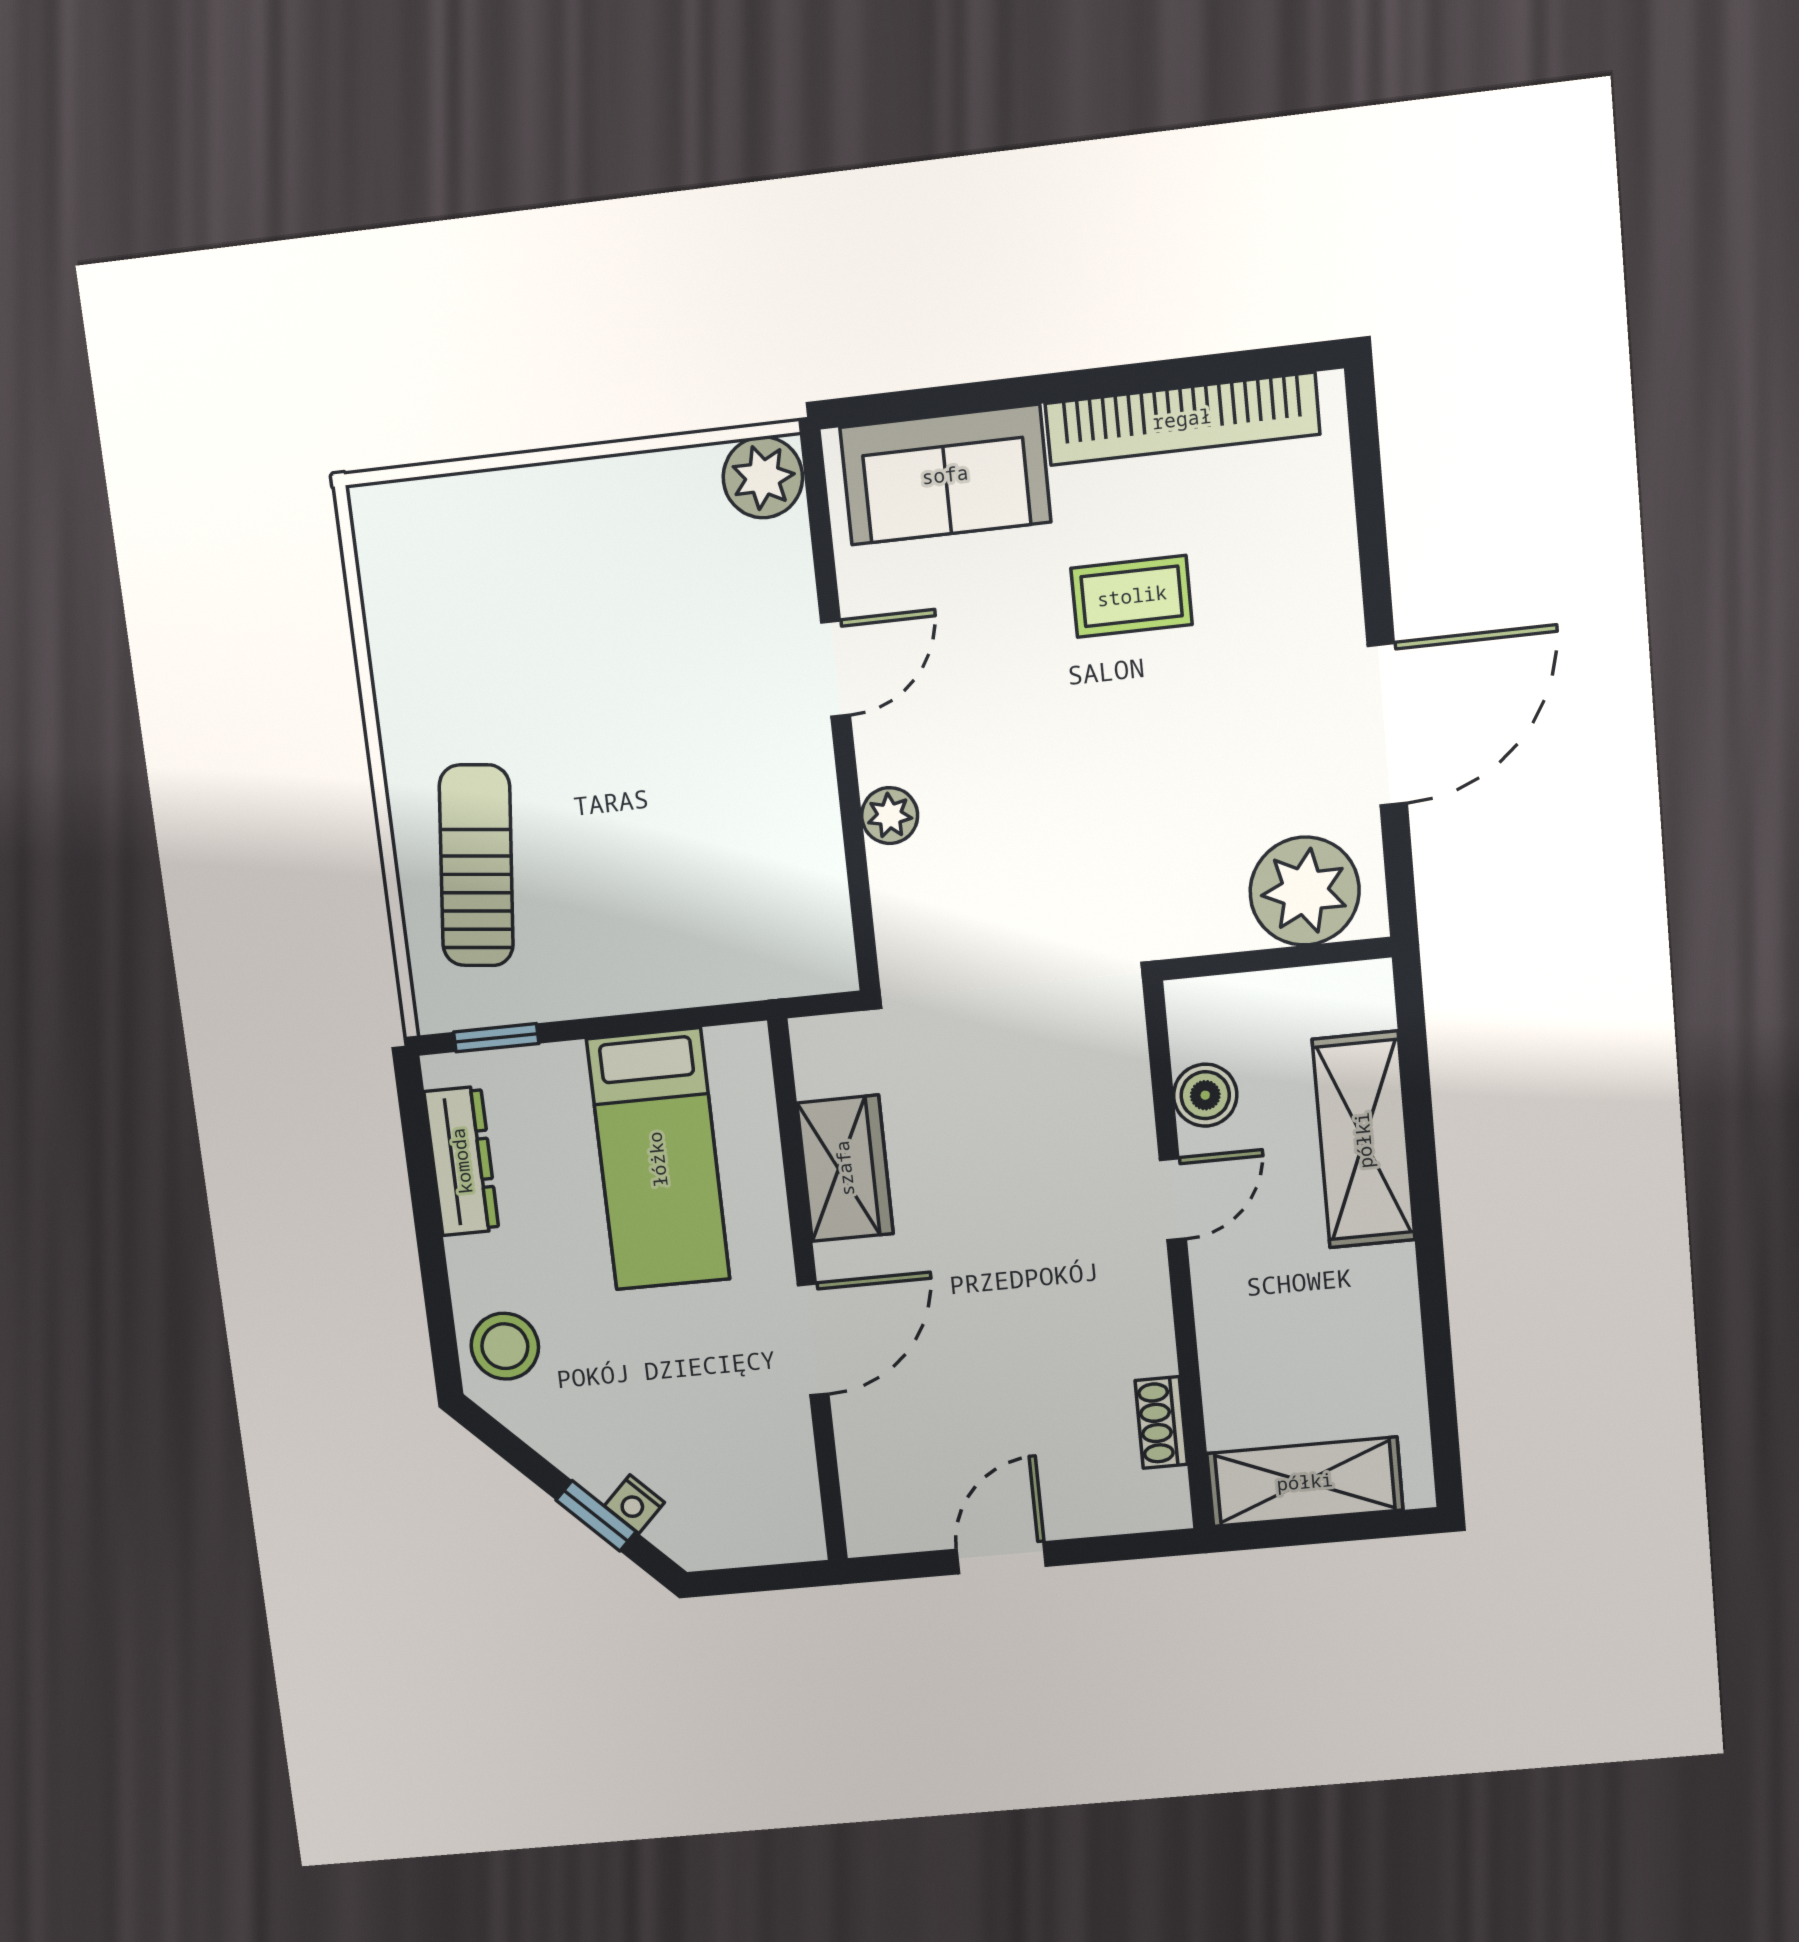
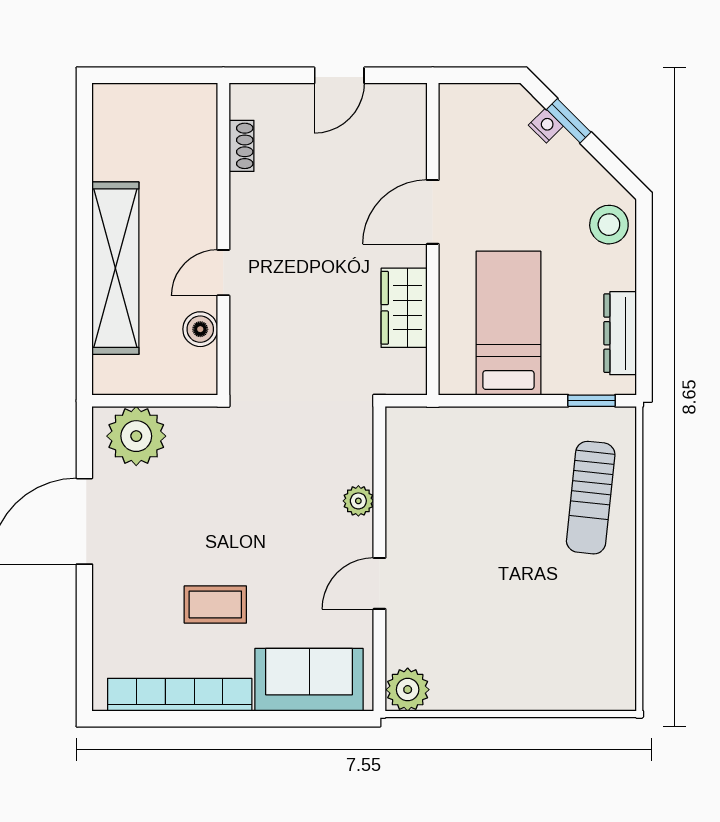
shelving: (1364, 1140) -> (115, 268), width x1.47
shelving: (1305, 1482) -> (164, 104), removed

